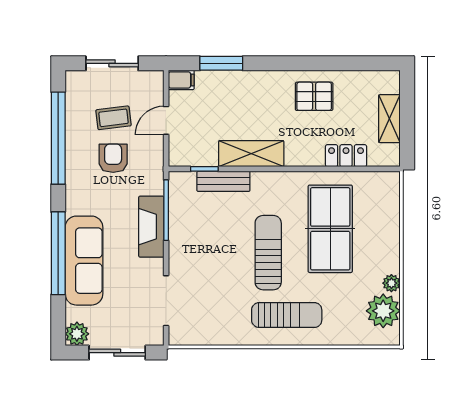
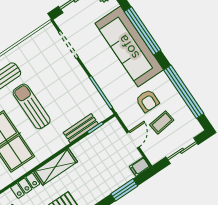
shelving: (251, 154) -> (56, 167), moved
fireplace: (151, 227) -> (103, 78), removed
sun lounger: (268, 253) -> (32, 106), turned 180
sofa: (84, 261) -> (129, 47), width x1.36, depth x1.27

